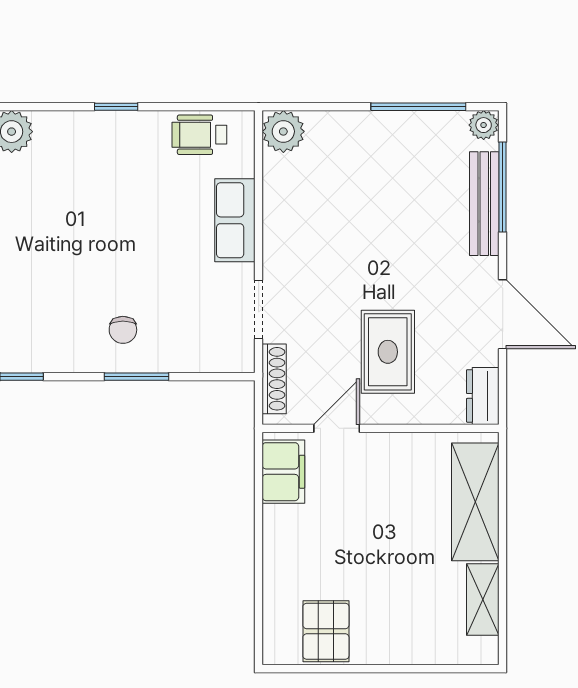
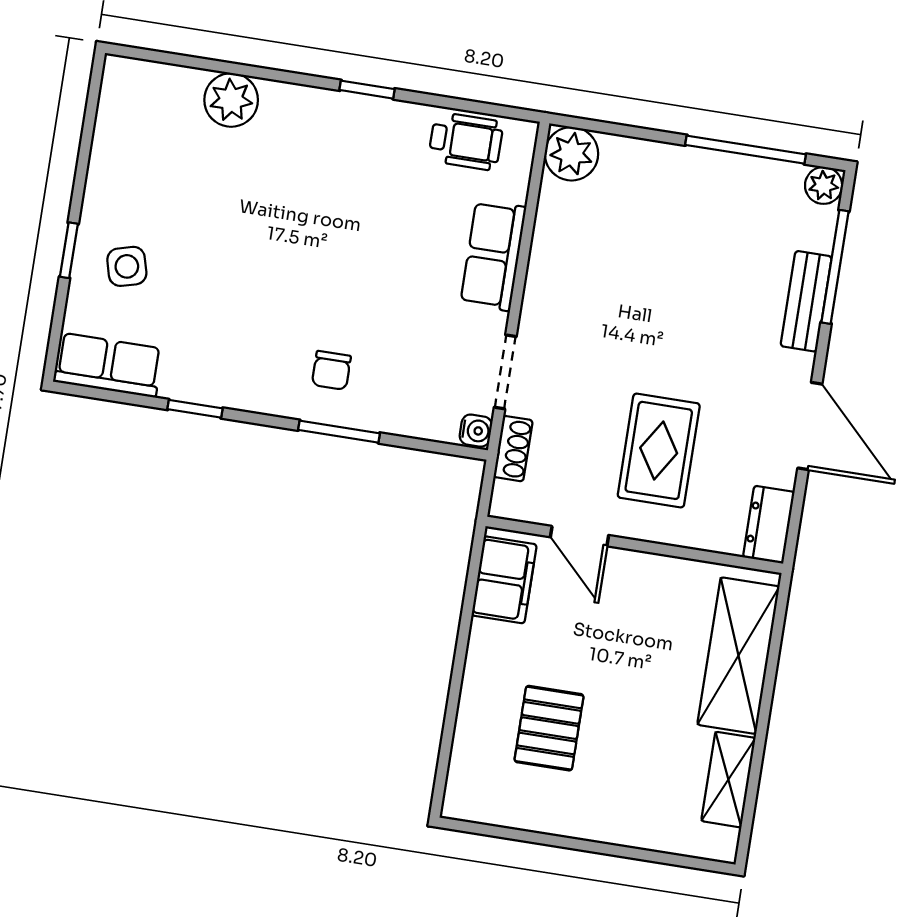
wheelchair: (199, 135) -> (466, 141), turned 180
bench: (484, 204) -> (806, 301), width x0.73
water cooler: (243, 359) -> (476, 431), added
shoe rack: (274, 379) -> (513, 449), width x0.70
door: (337, 428) -> (579, 536), swing flipped
pallet: (326, 631) -> (549, 728), moved

